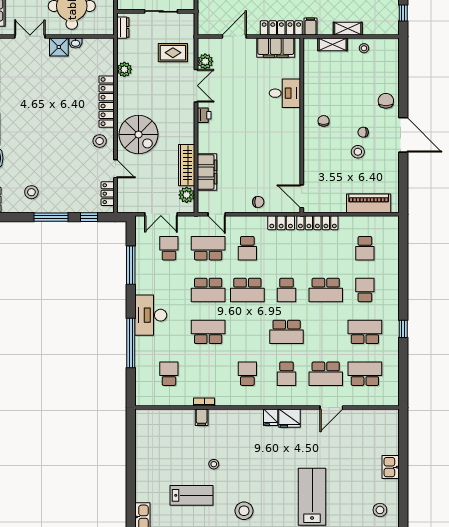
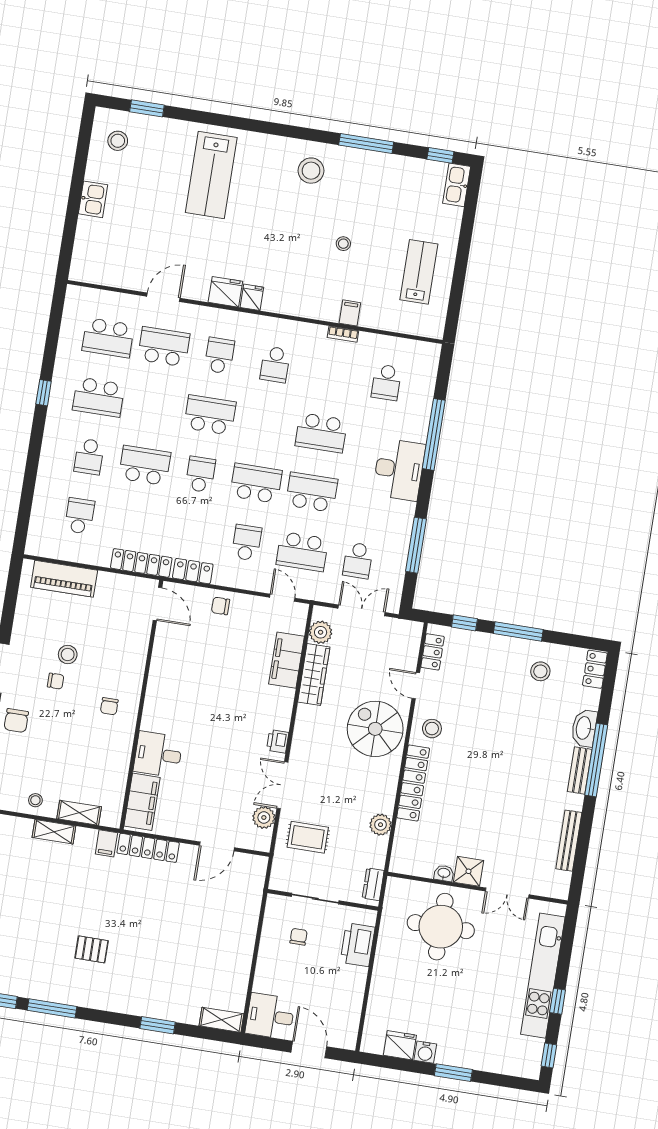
filing cabinet: (276, 48) -> (142, 802), moved, turned 90
lab bench: (192, 495) -> (419, 272), moved, turned 90

